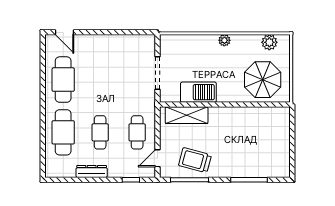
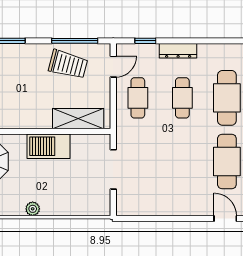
barbecue: (198, 92) -> (49, 146), moved
dresser: (92, 171) -> (178, 51), moved

